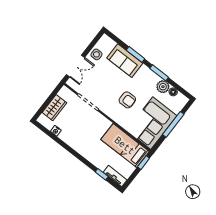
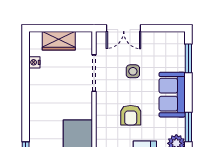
side table: (96, 54) -> (133, 71), moved
window: (135, 54) -> (188, 58), moved
sofa: (125, 61) -> (172, 95), moved

